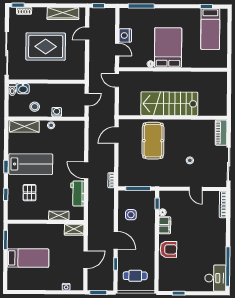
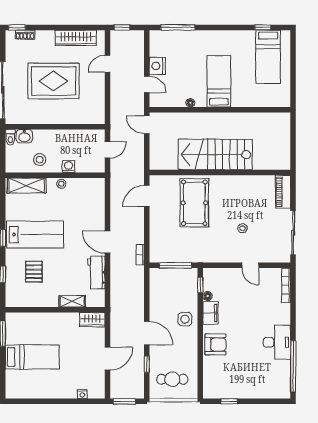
bed: (168, 48) -> (219, 81), width x0.67
side table: (131, 215) -> (185, 319), moved
desk: (215, 278) -> (277, 342), moved

